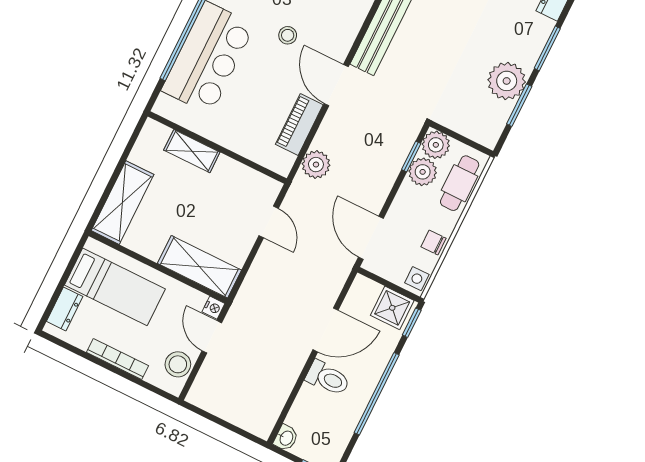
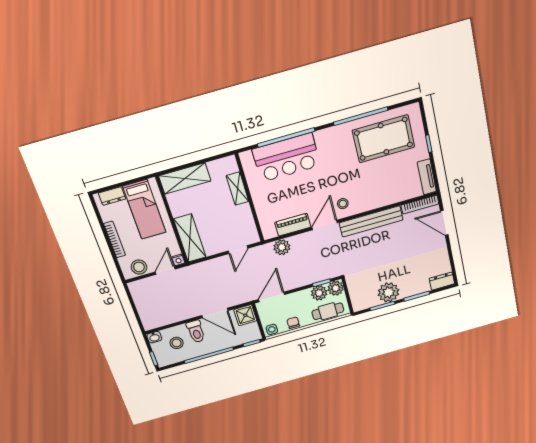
stool: (288, 35) -> (343, 204), moved
shower: (392, 308) -> (245, 315), moved
stool: (320, 418) -> (177, 343), added

